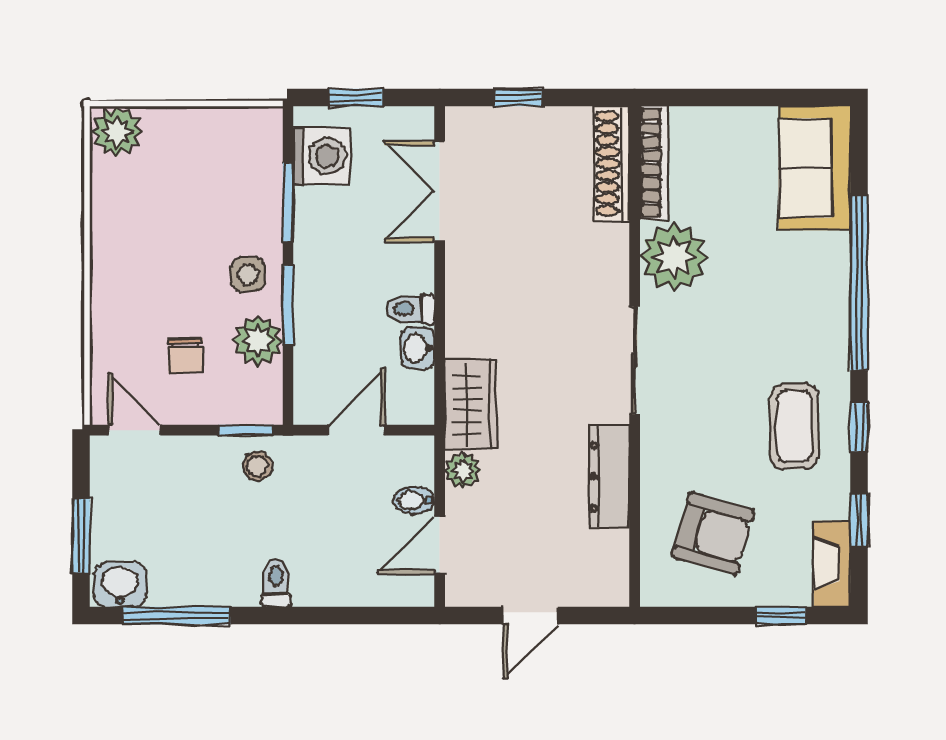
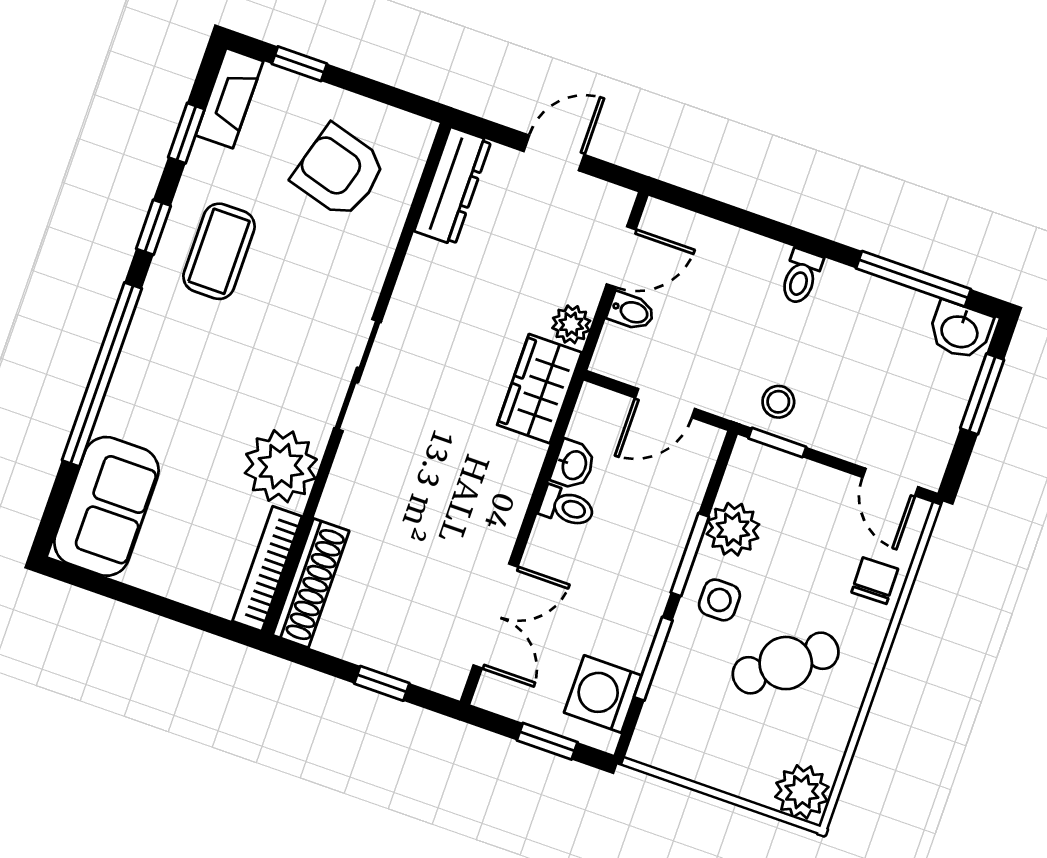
cafe table: (171, 239) -> (786, 663), added
chair: (185, 356) -> (875, 581), moved
dresser: (609, 477) -> (453, 186), moved

